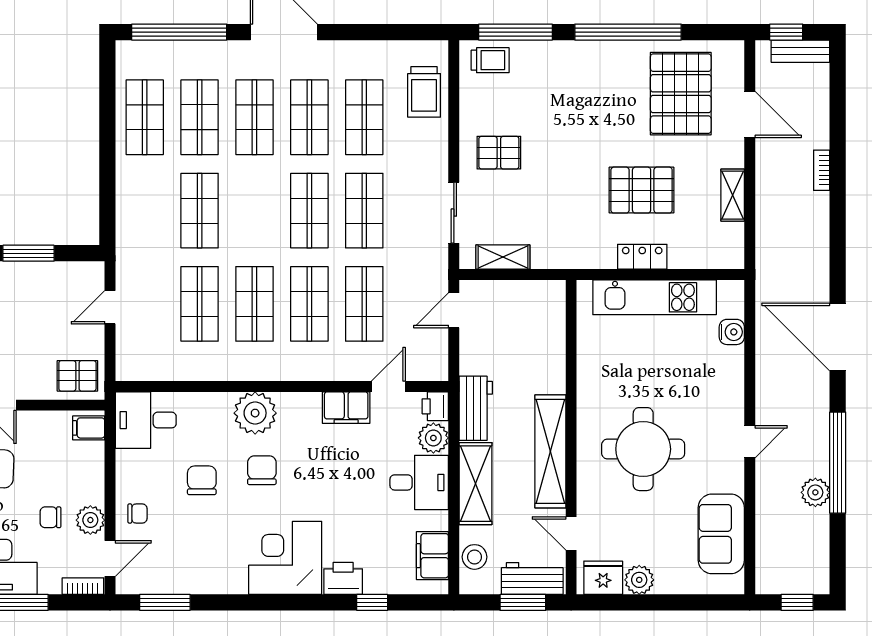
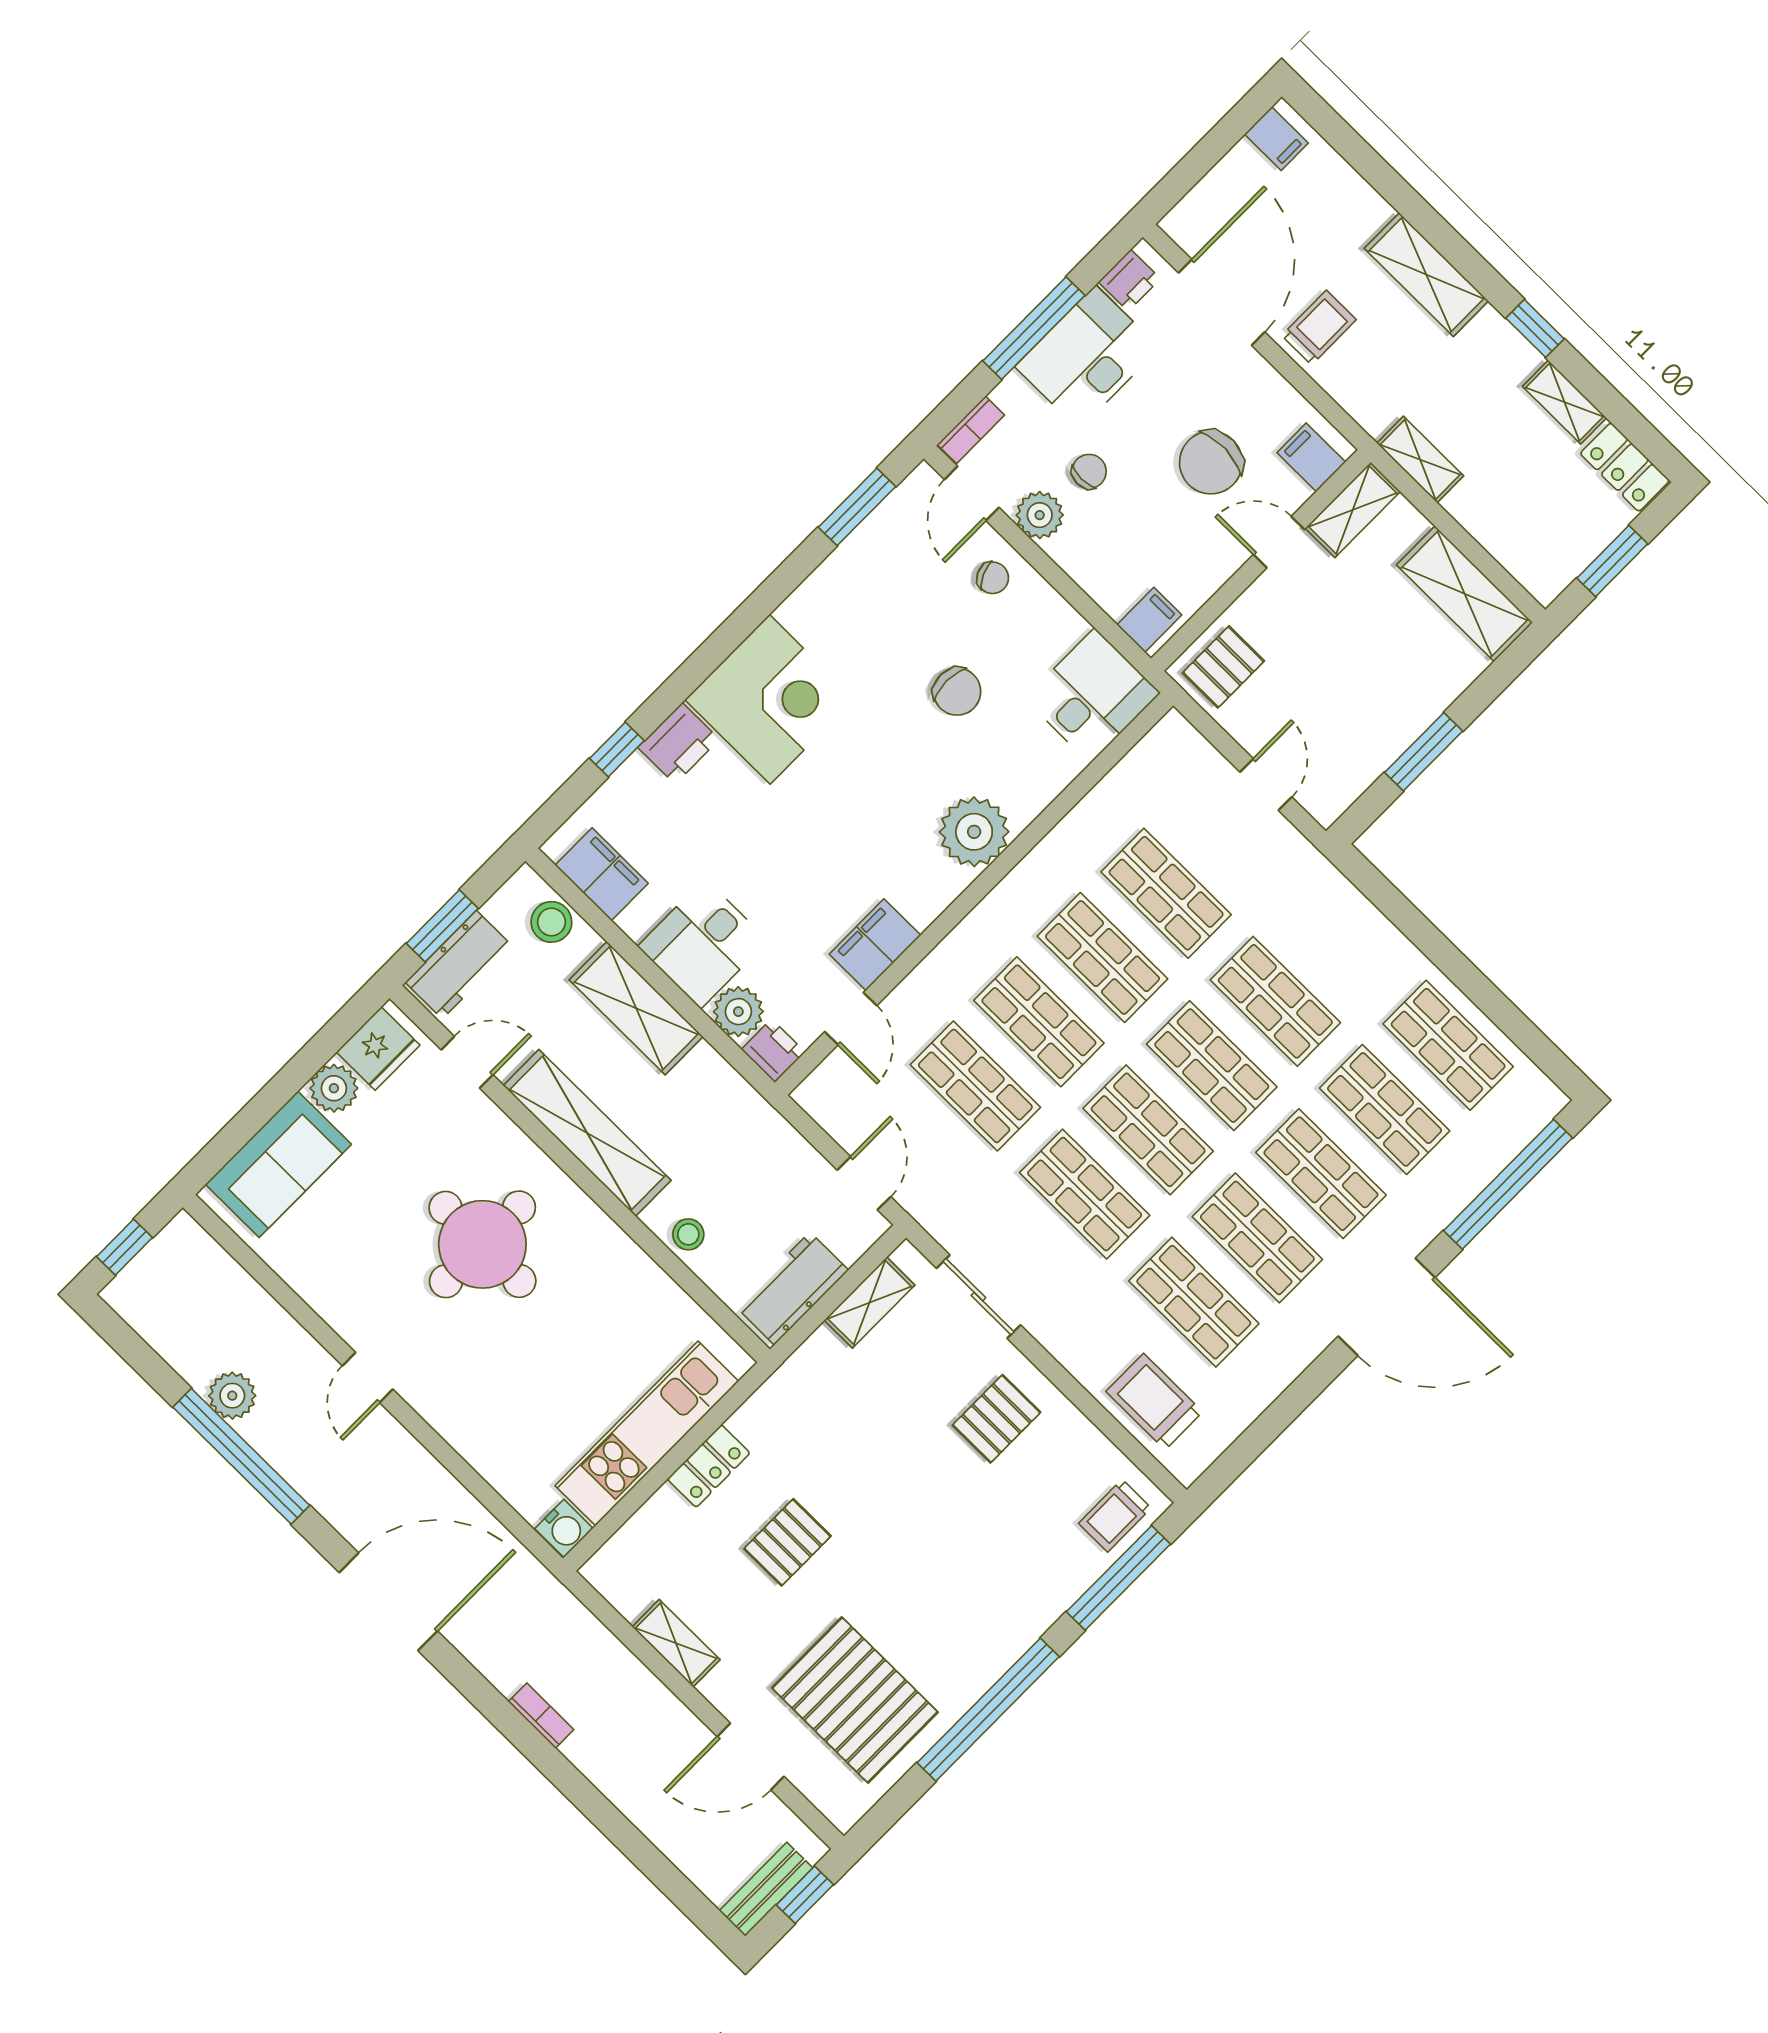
bookcase: (822, 170) -> (541, 1716), moved
pallet: (642, 190) -> (787, 1542), width x0.67, depth x0.71
shop shelf: (254, 211) -> (1212, 1066), added
water cooler: (732, 332) -> (564, 1529), moved, turned -90
stool: (551, 364) -> (688, 1234), added
workbench: (476, 408) -> (792, 1288), moved, turned 90
chair: (262, 470) -> (899, 774), removed
chair: (138, 513) -> (993, 578), turned -114
sofa: (721, 534) -> (278, 1164), moved, turned 90

